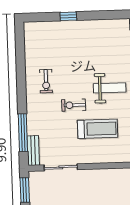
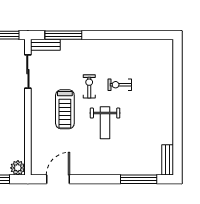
window: (68, 16) -> (178, 84), removed
exercise bike: (46, 81) -> (120, 85), moved

